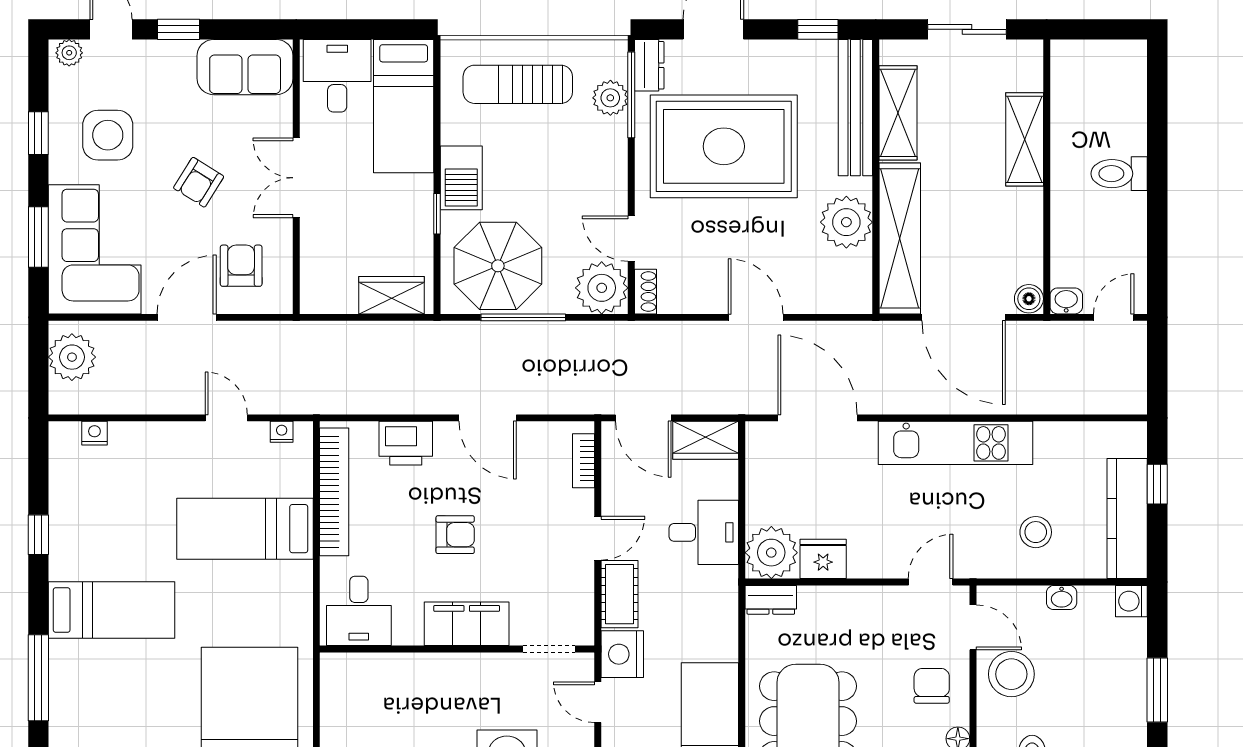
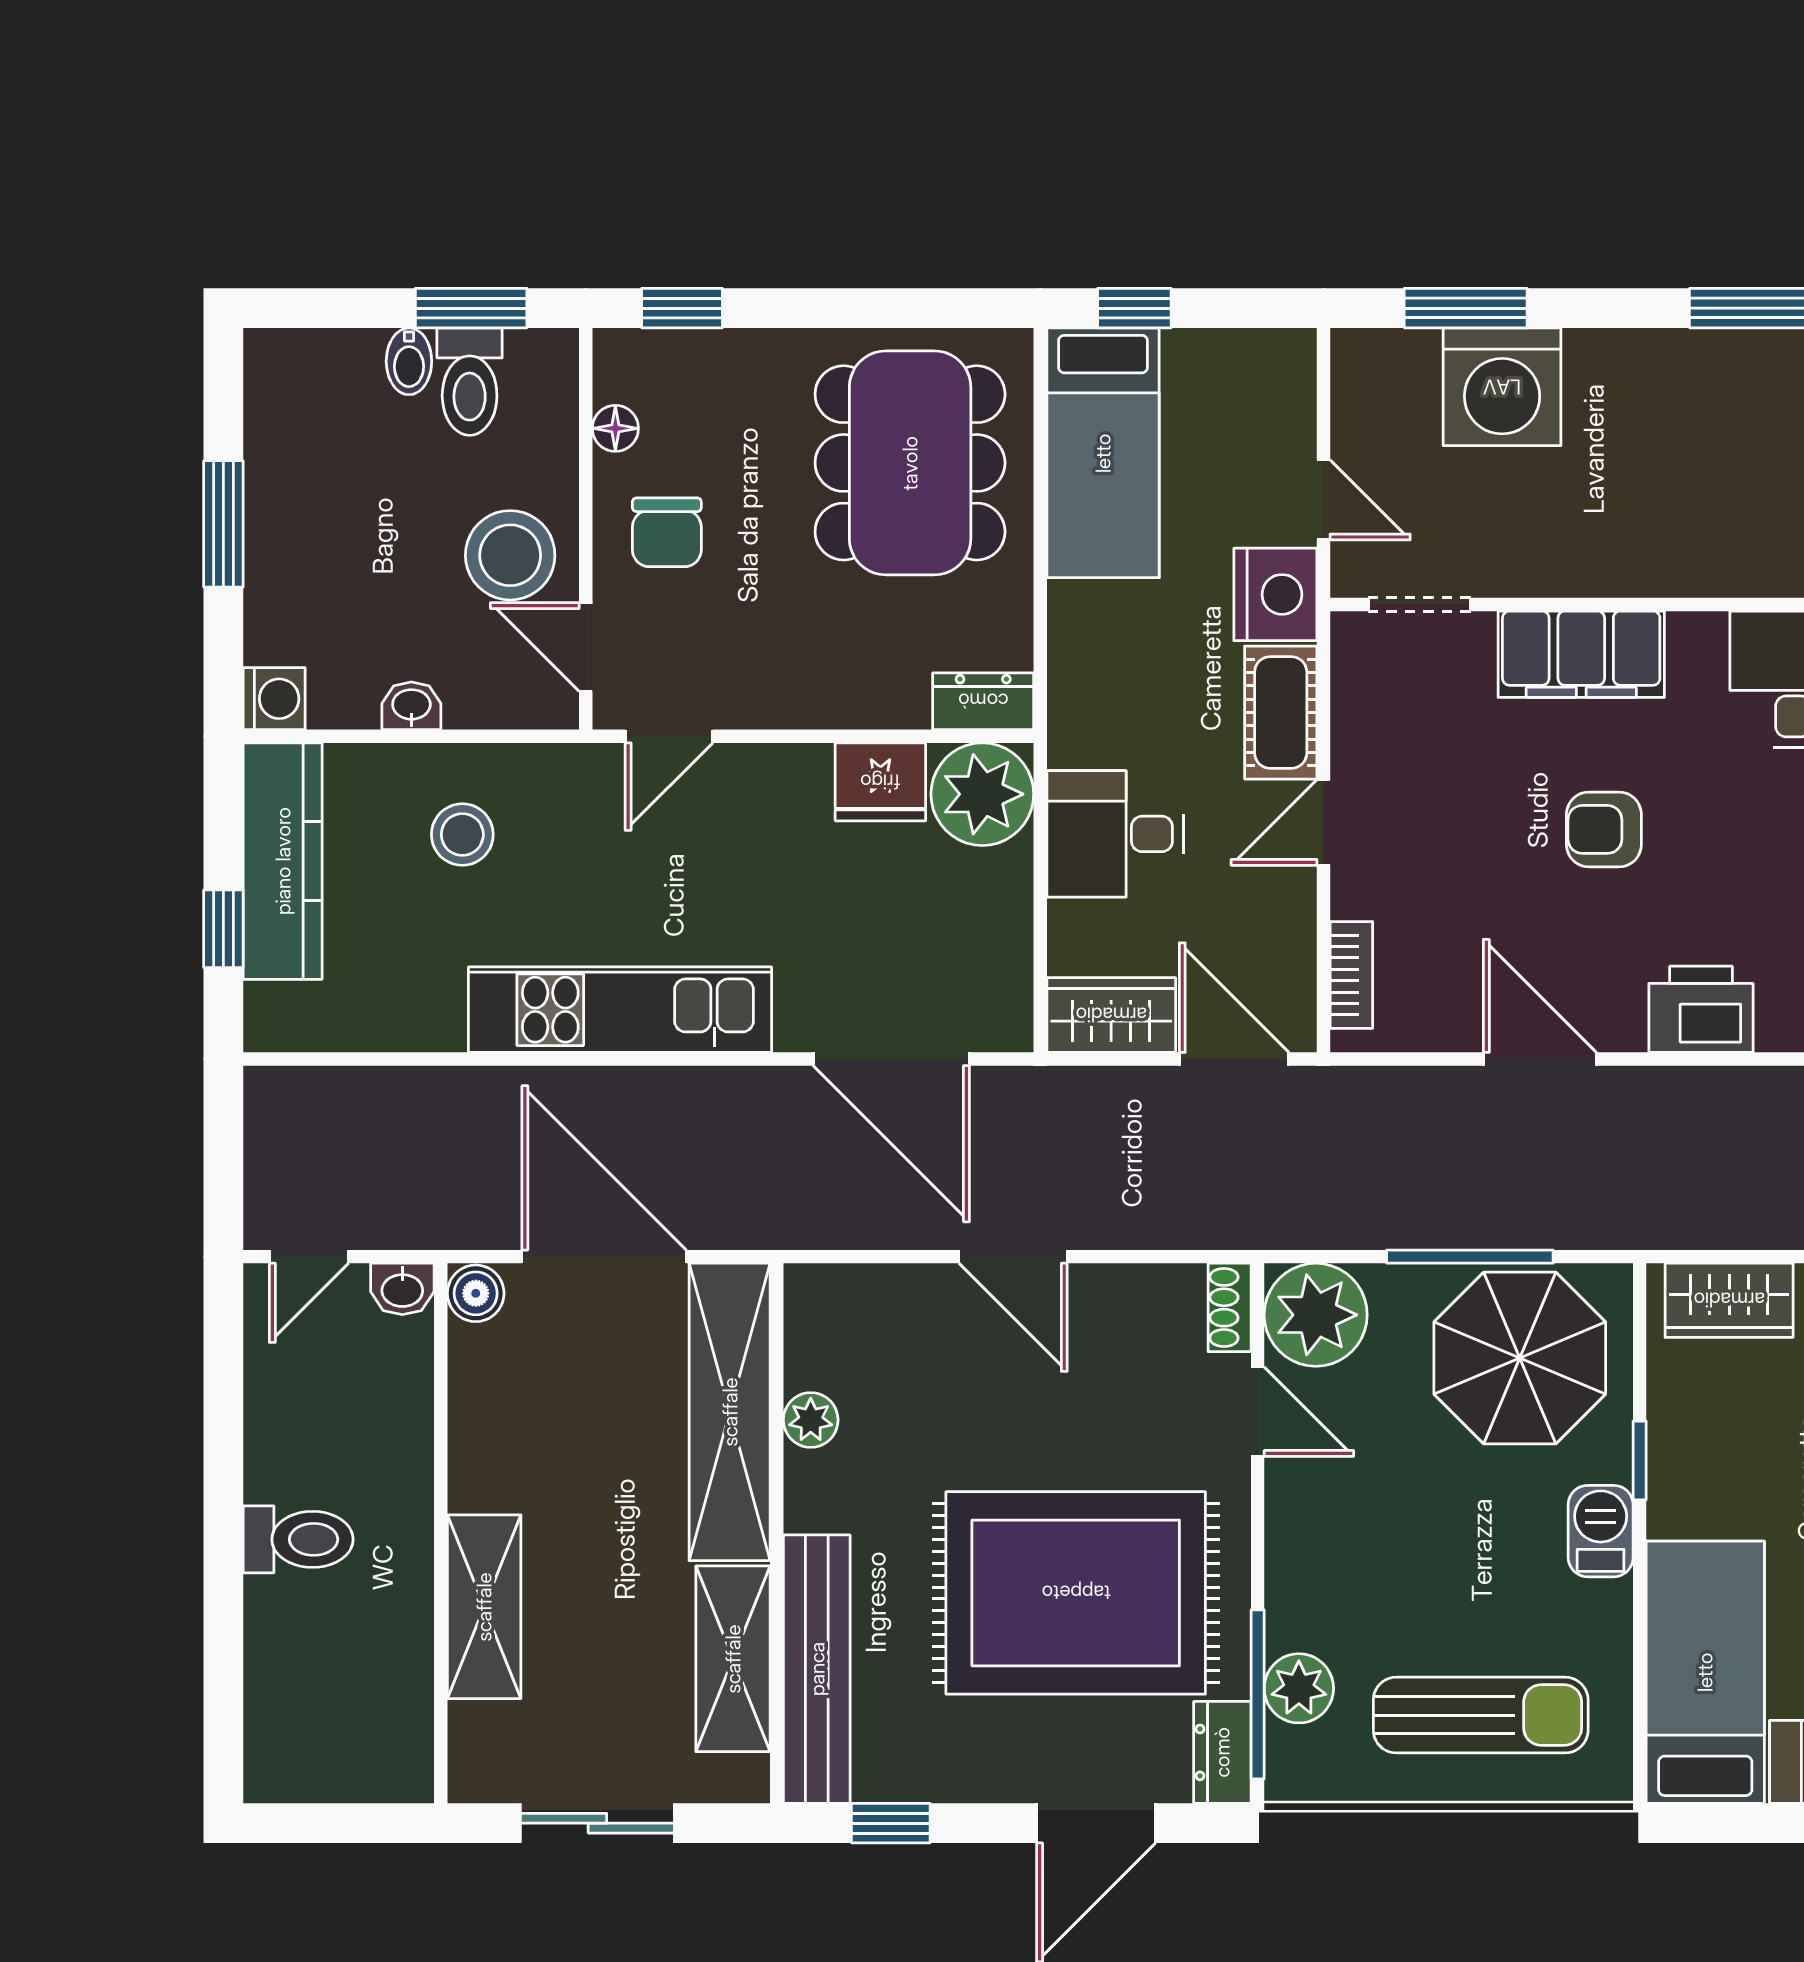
barbecue: (461, 178) -> (1601, 1531), width x0.73, depth x0.79
plant: (846, 222) -> (811, 1420), width x0.53, depth x0.53

